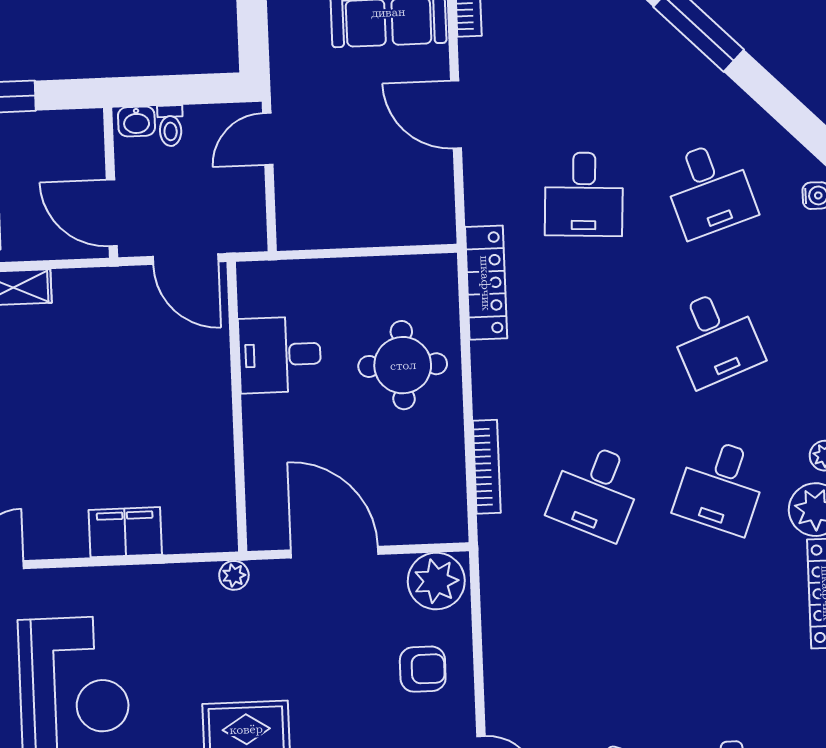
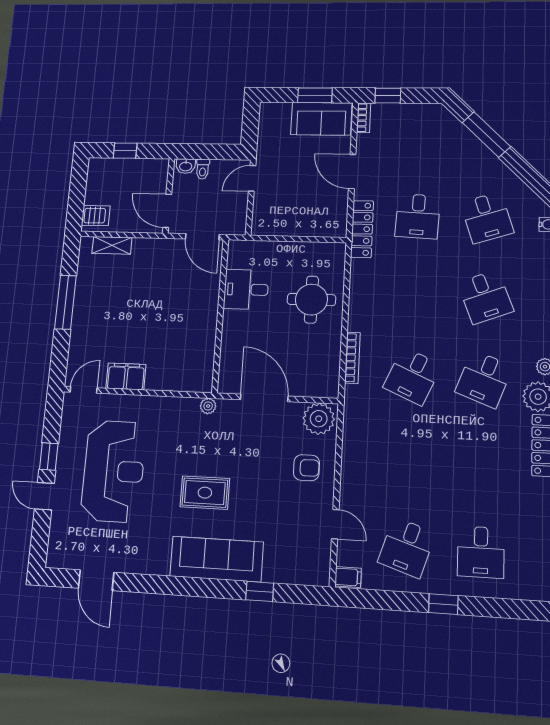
locker: (486, 283) -> (362, 229), moved
filing cabinet: (125, 532) -> (126, 376), moved

